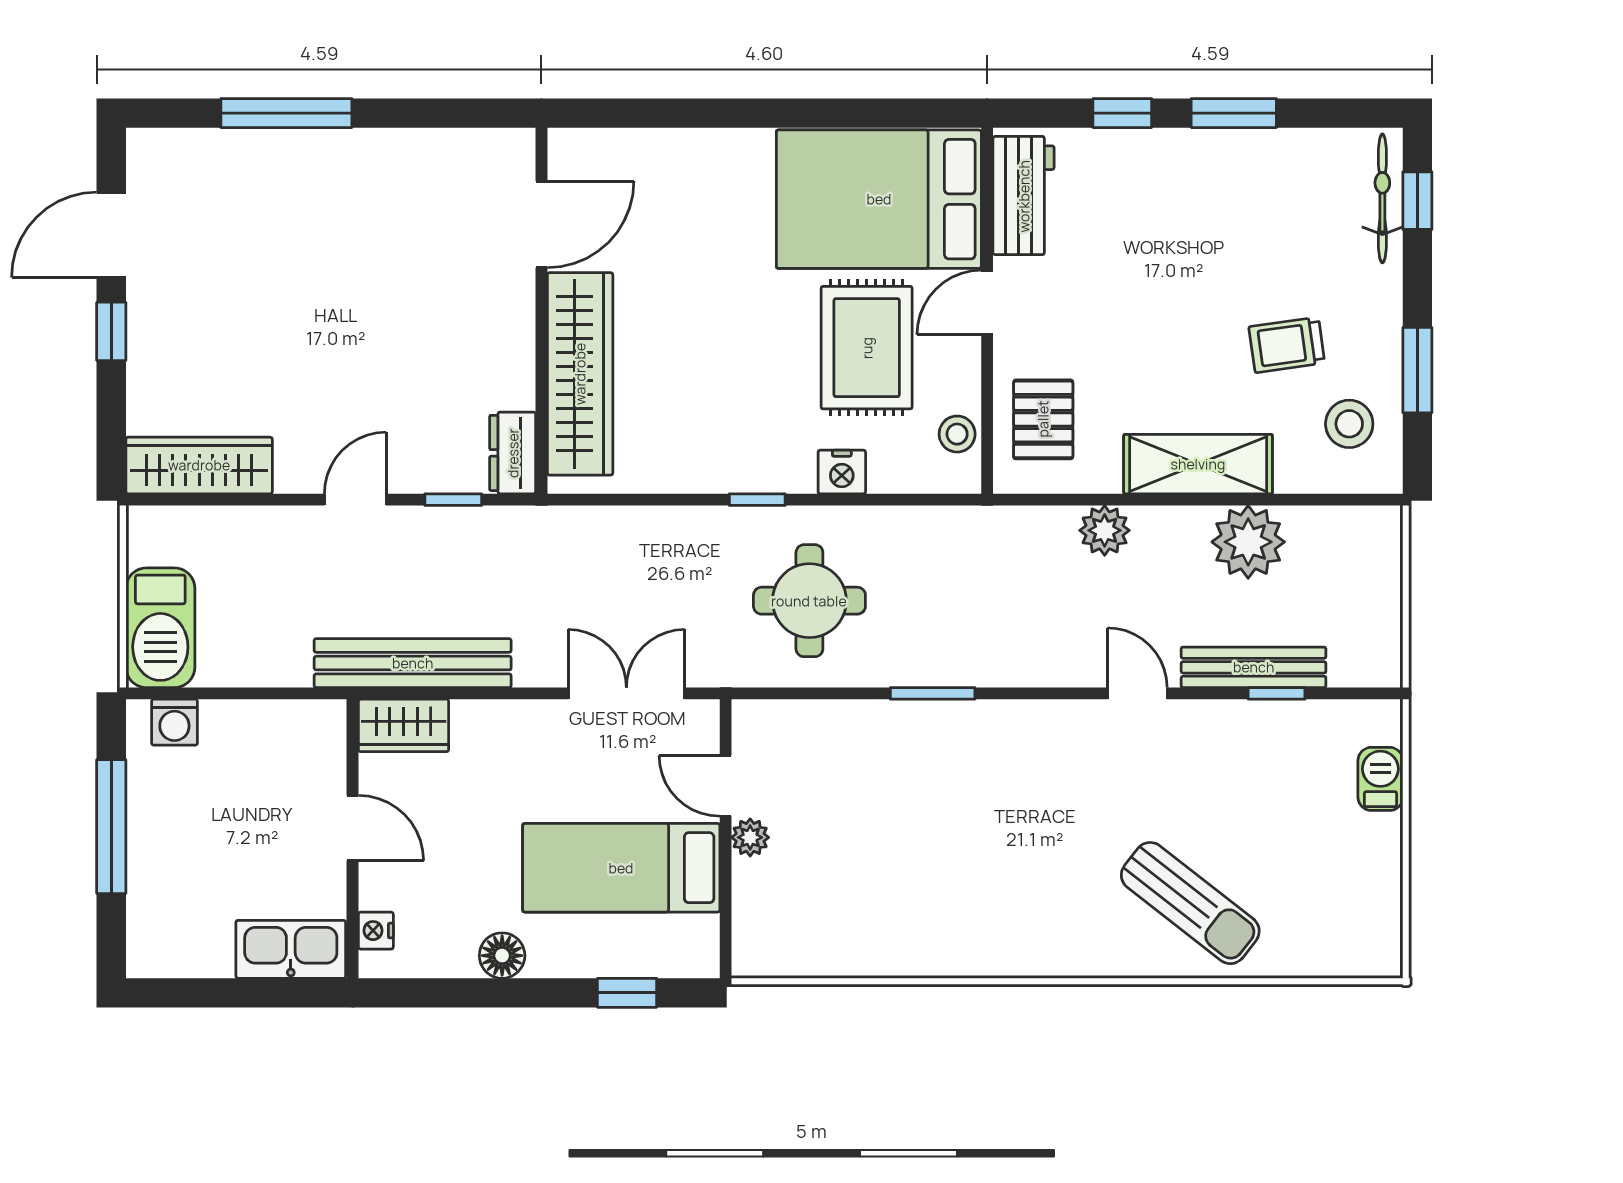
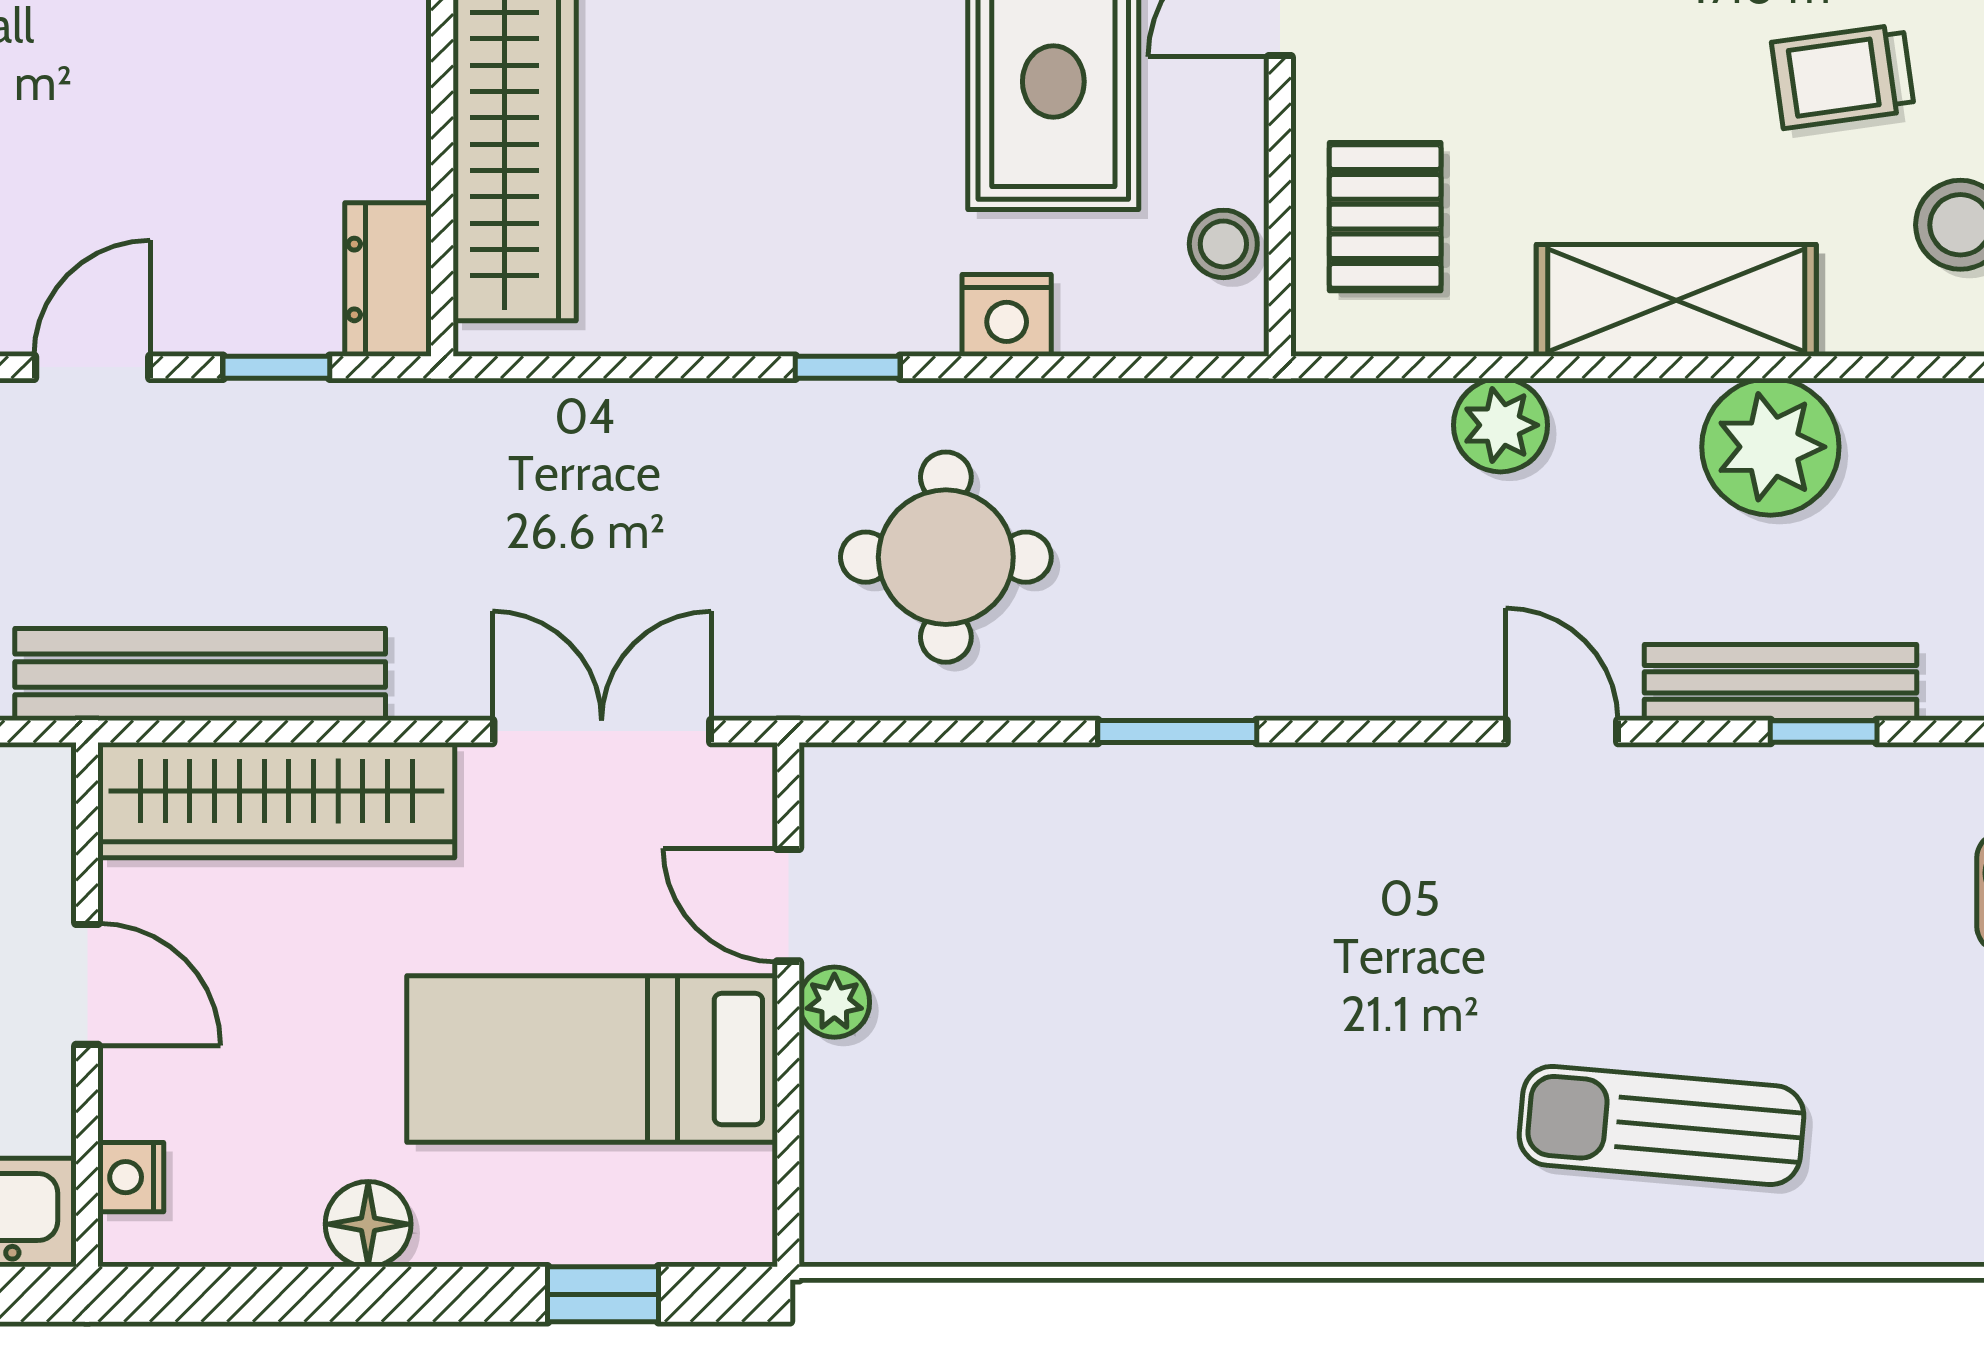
wardrobe: (404, 725) -> (276, 800), width x2.10, depth x1.17
sun lounger: (1190, 903) -> (1662, 1125), turned 147

